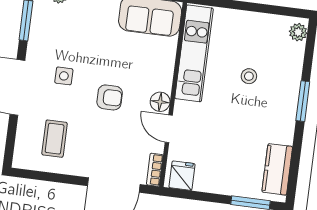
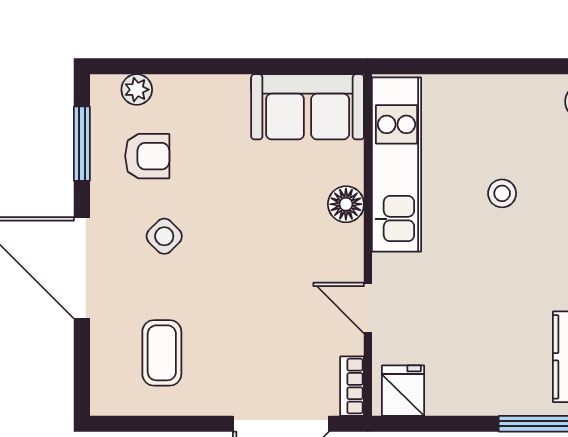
side table: (64, 76) -> (164, 236), turned 45
armchair: (110, 97) -> (147, 156), moved
floor lamp: (160, 102) -> (346, 204), moved

